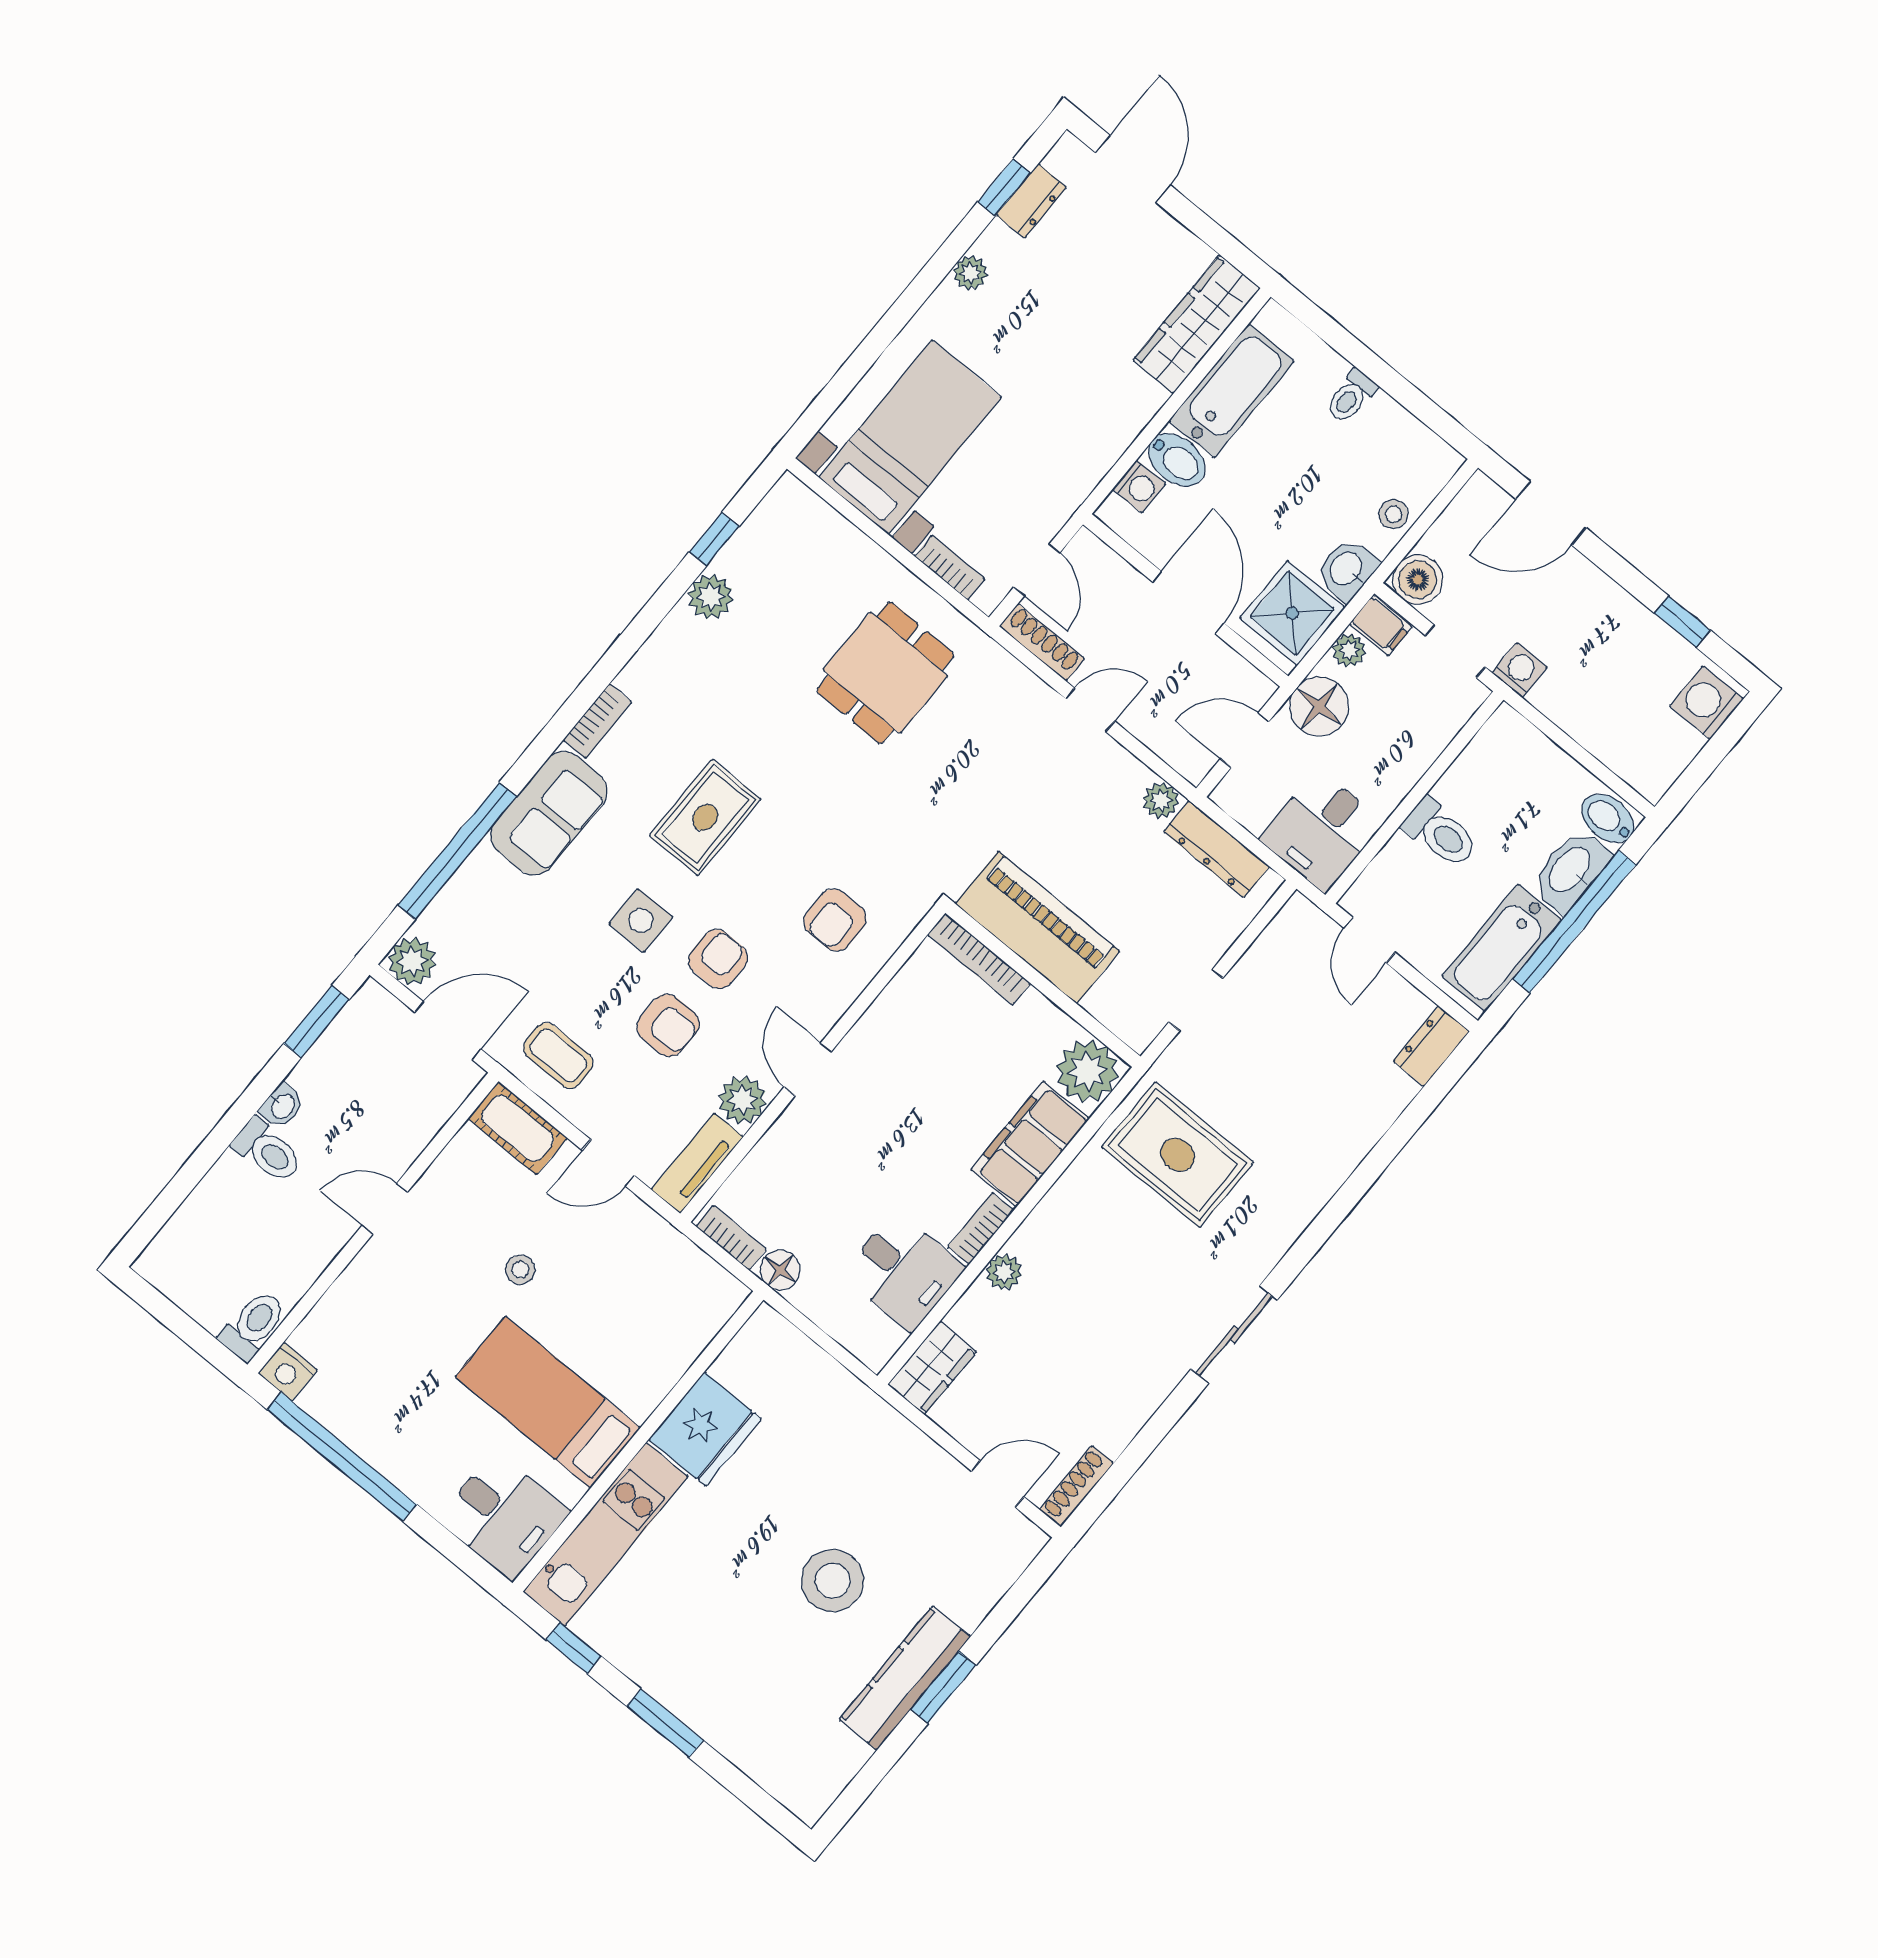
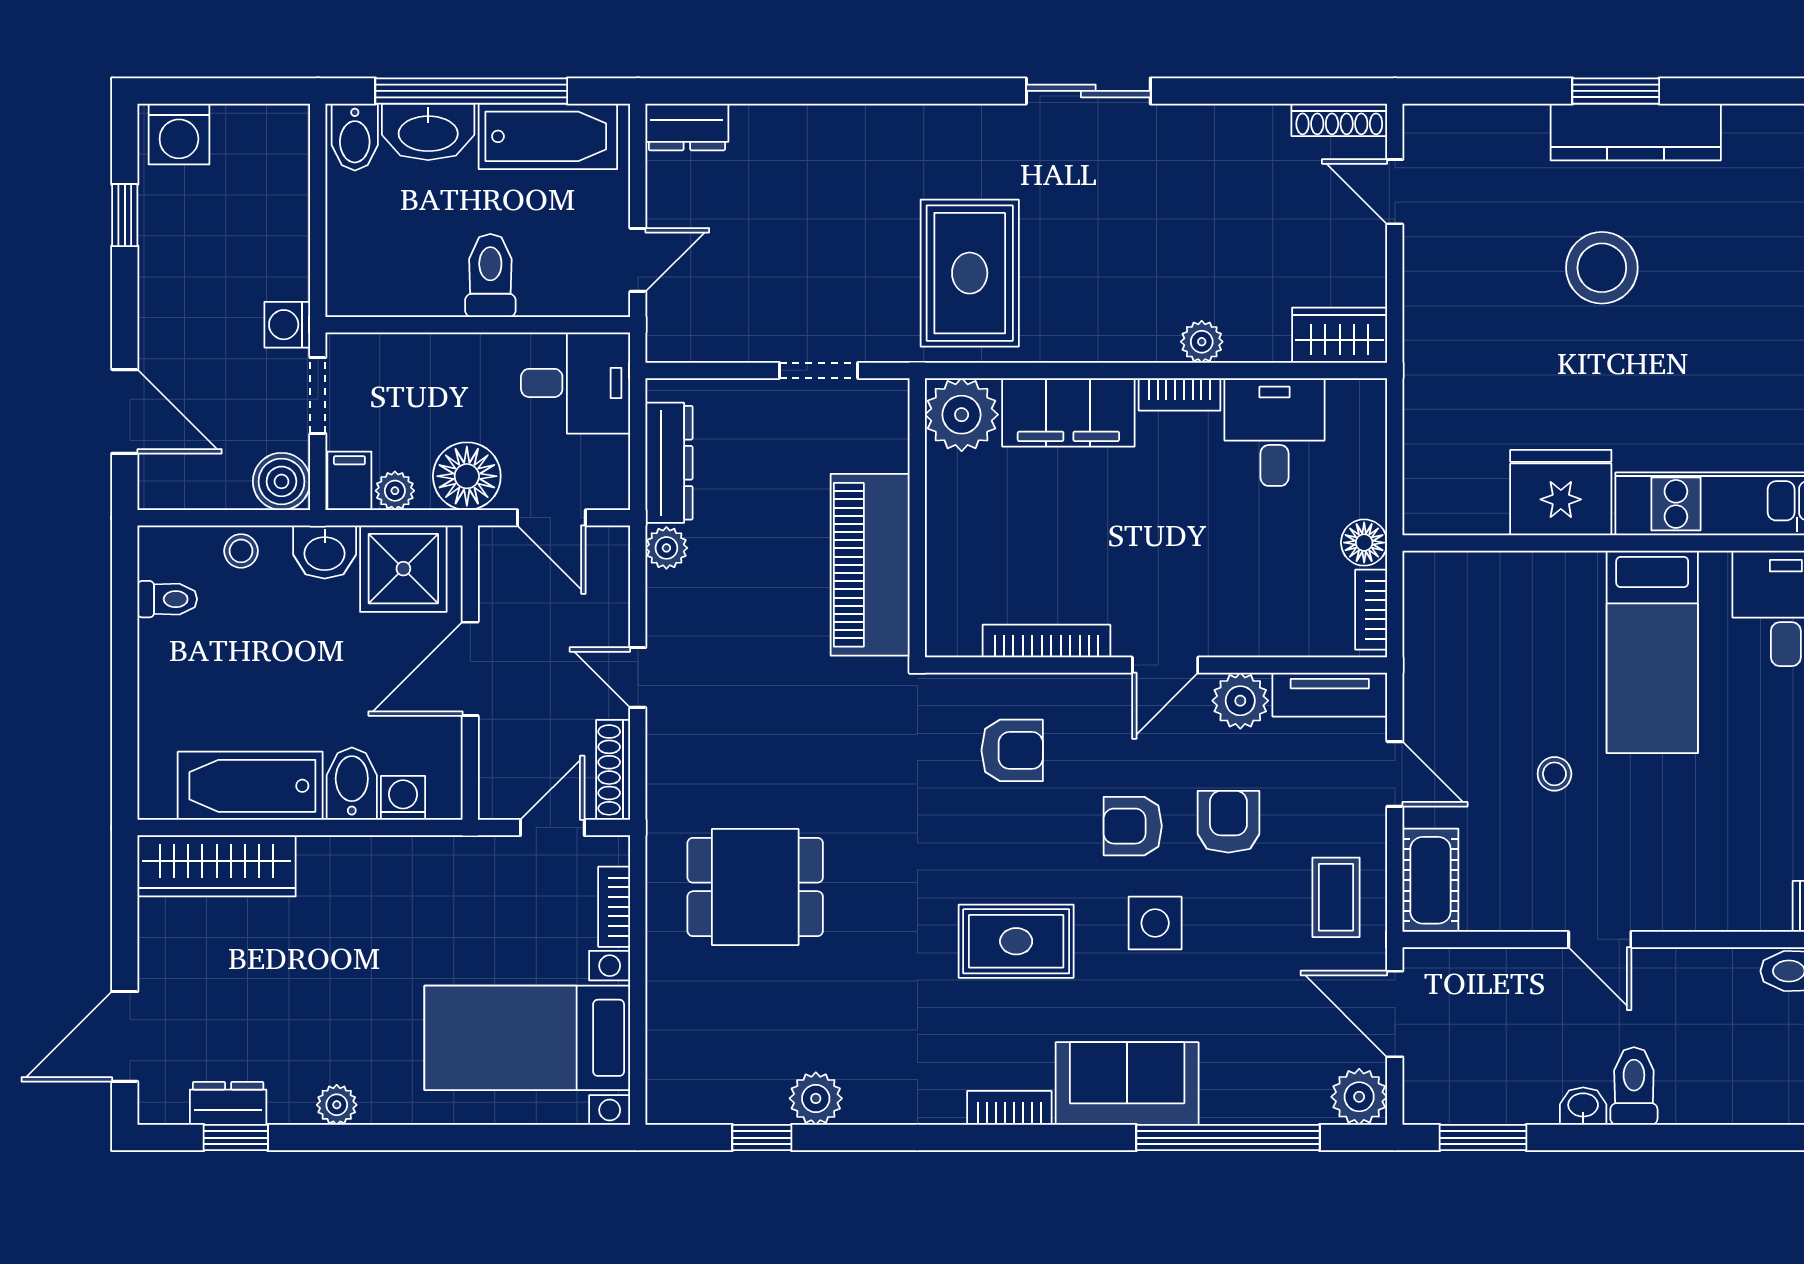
toilet: (1351, 396) -> (167, 599), moved
bookcase: (979, 959) -> (1046, 641), moved, turned -90

